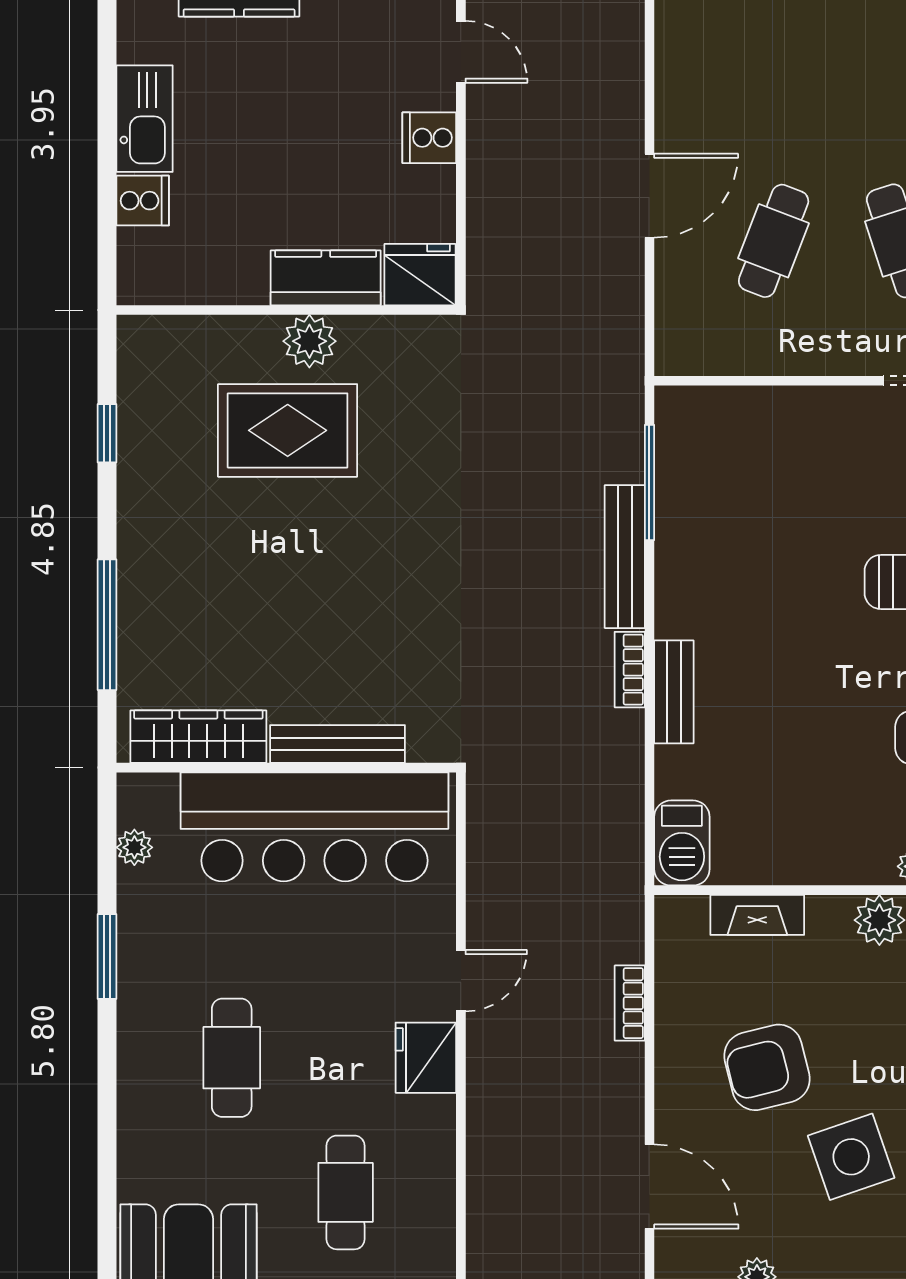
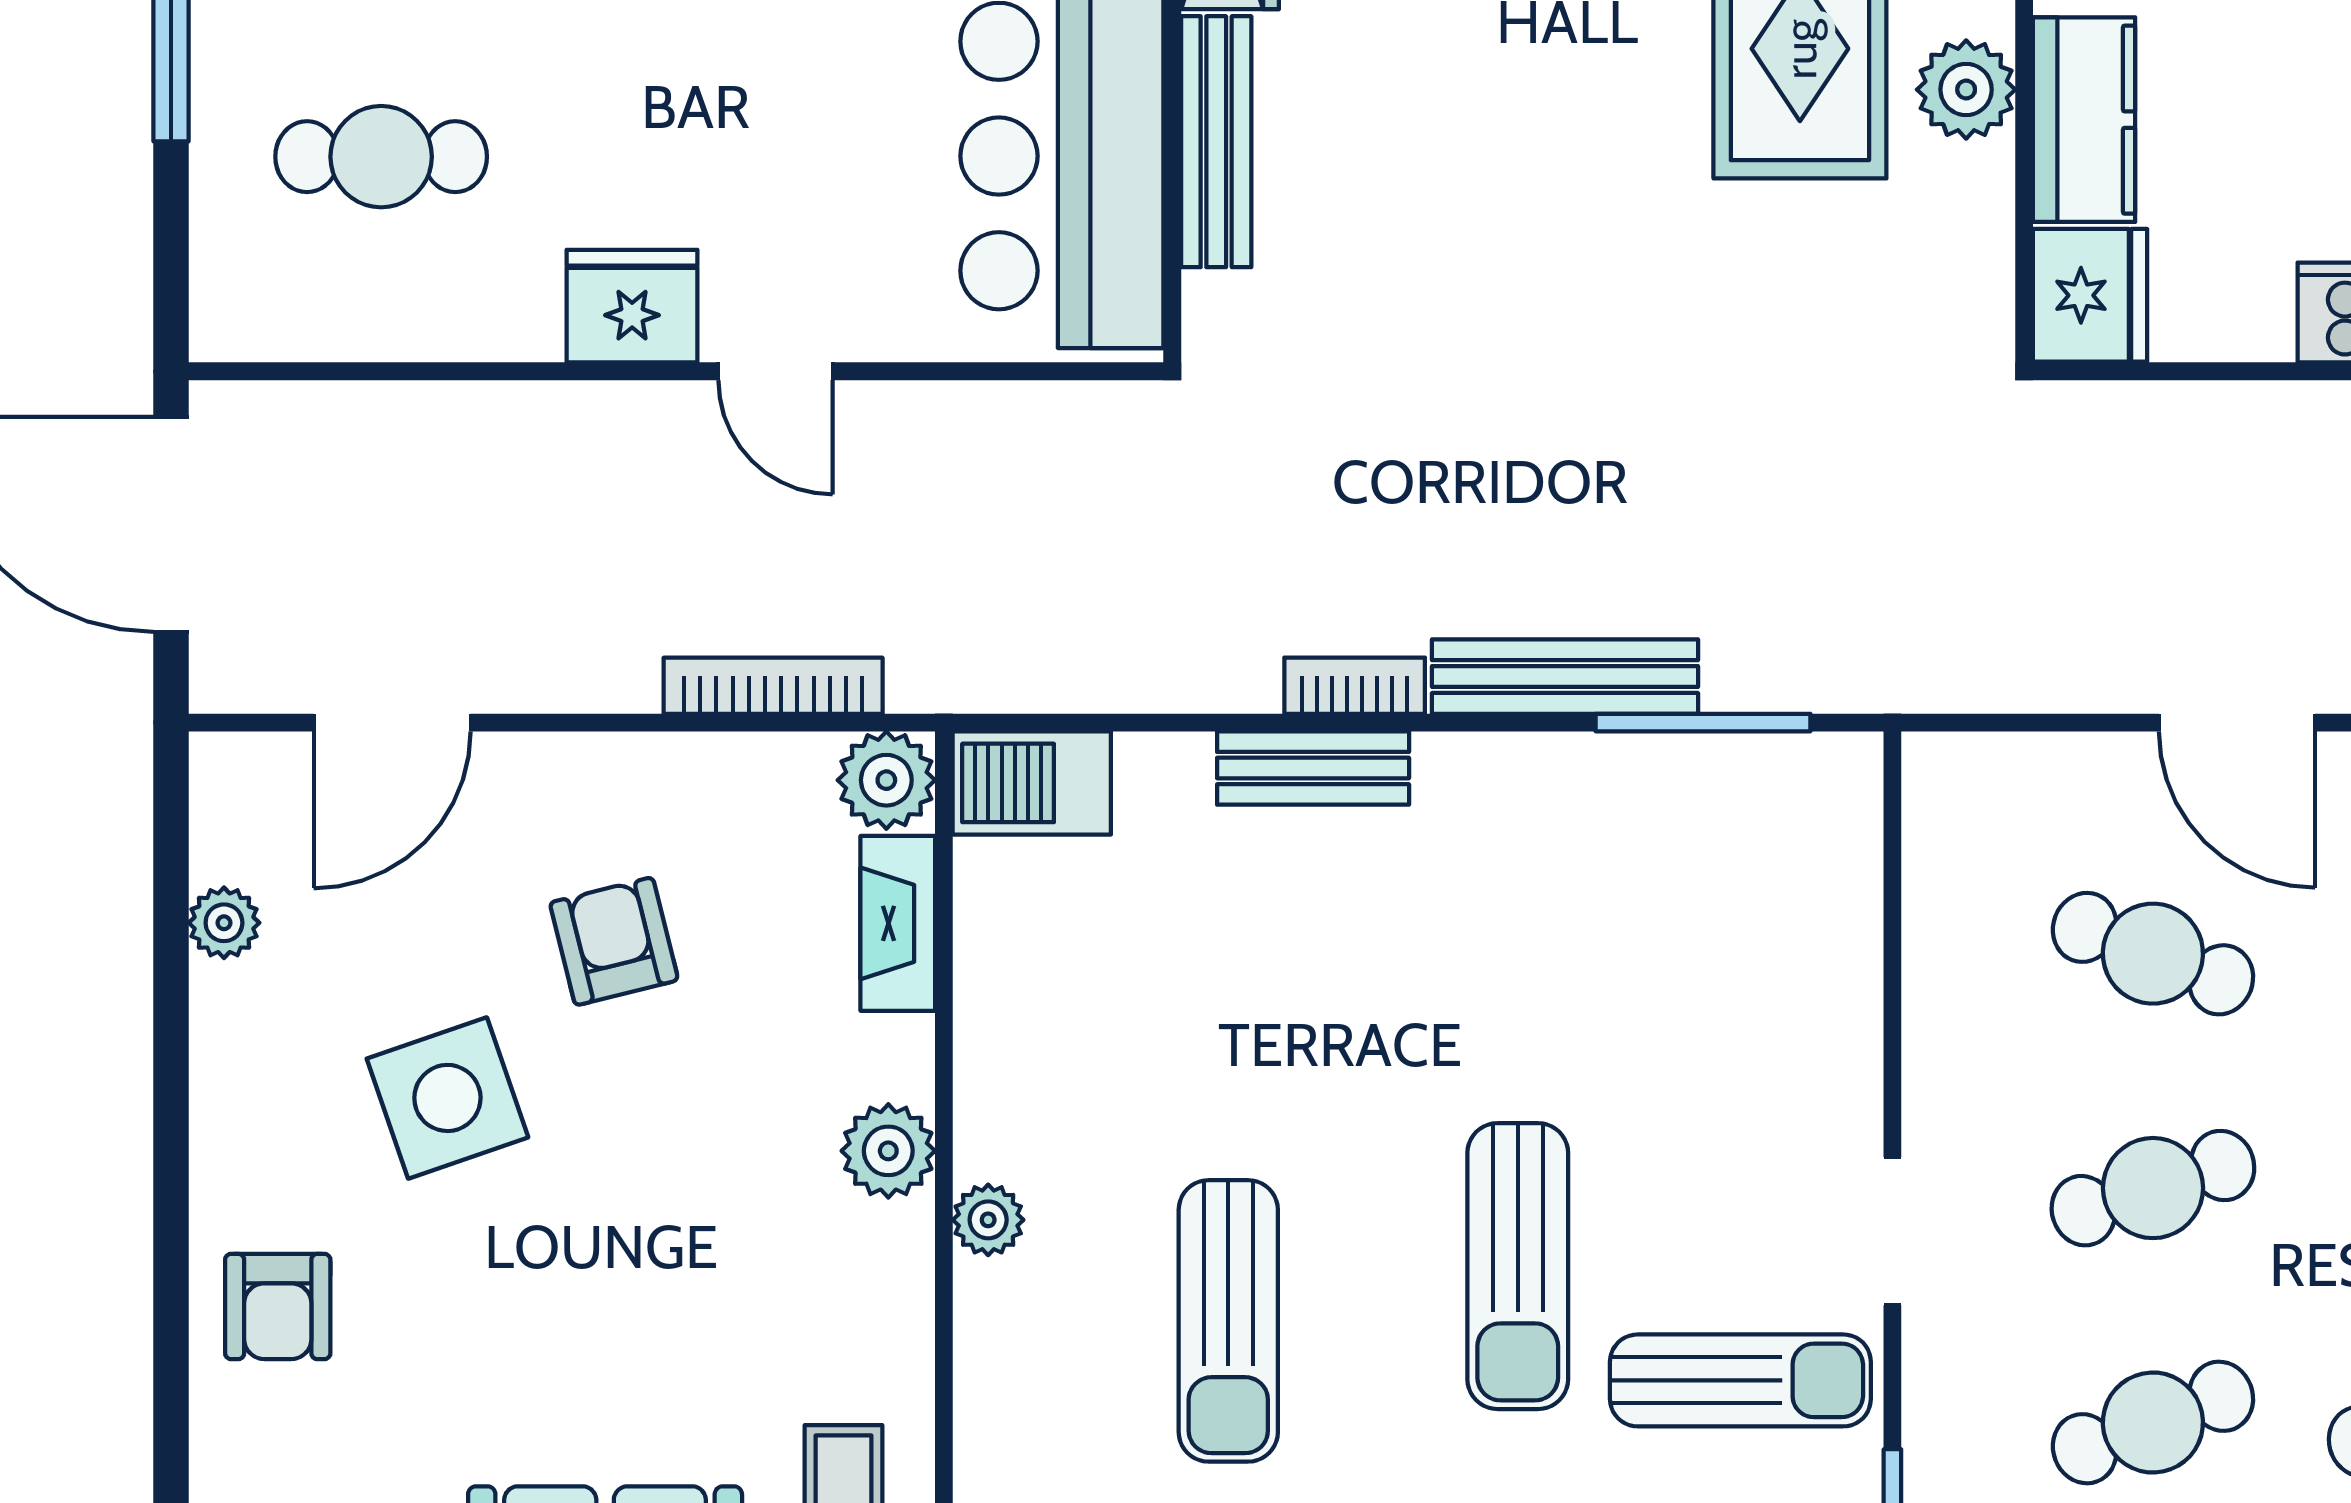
plant: (680, 921) -> (886, 780), added
bookcase: (630, 1003) -> (773, 686), width x1.56
armchair: (767, 1067) -> (614, 941), width x0.72, depth x0.72

